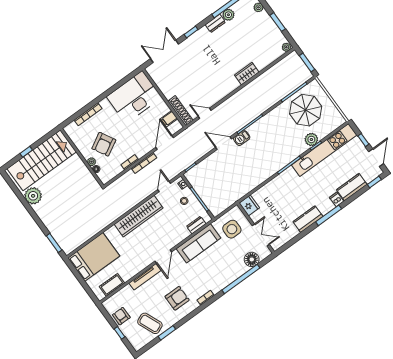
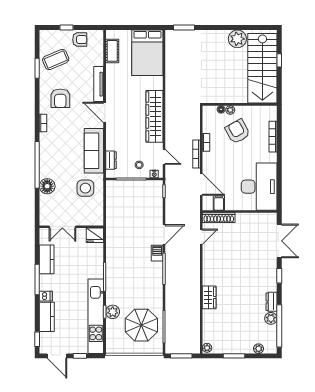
fridge: (249, 205) -> (95, 235), moved
wall: (256, 228) -> (71, 227), moved
double door: (261, 235) -> (62, 227), moved

